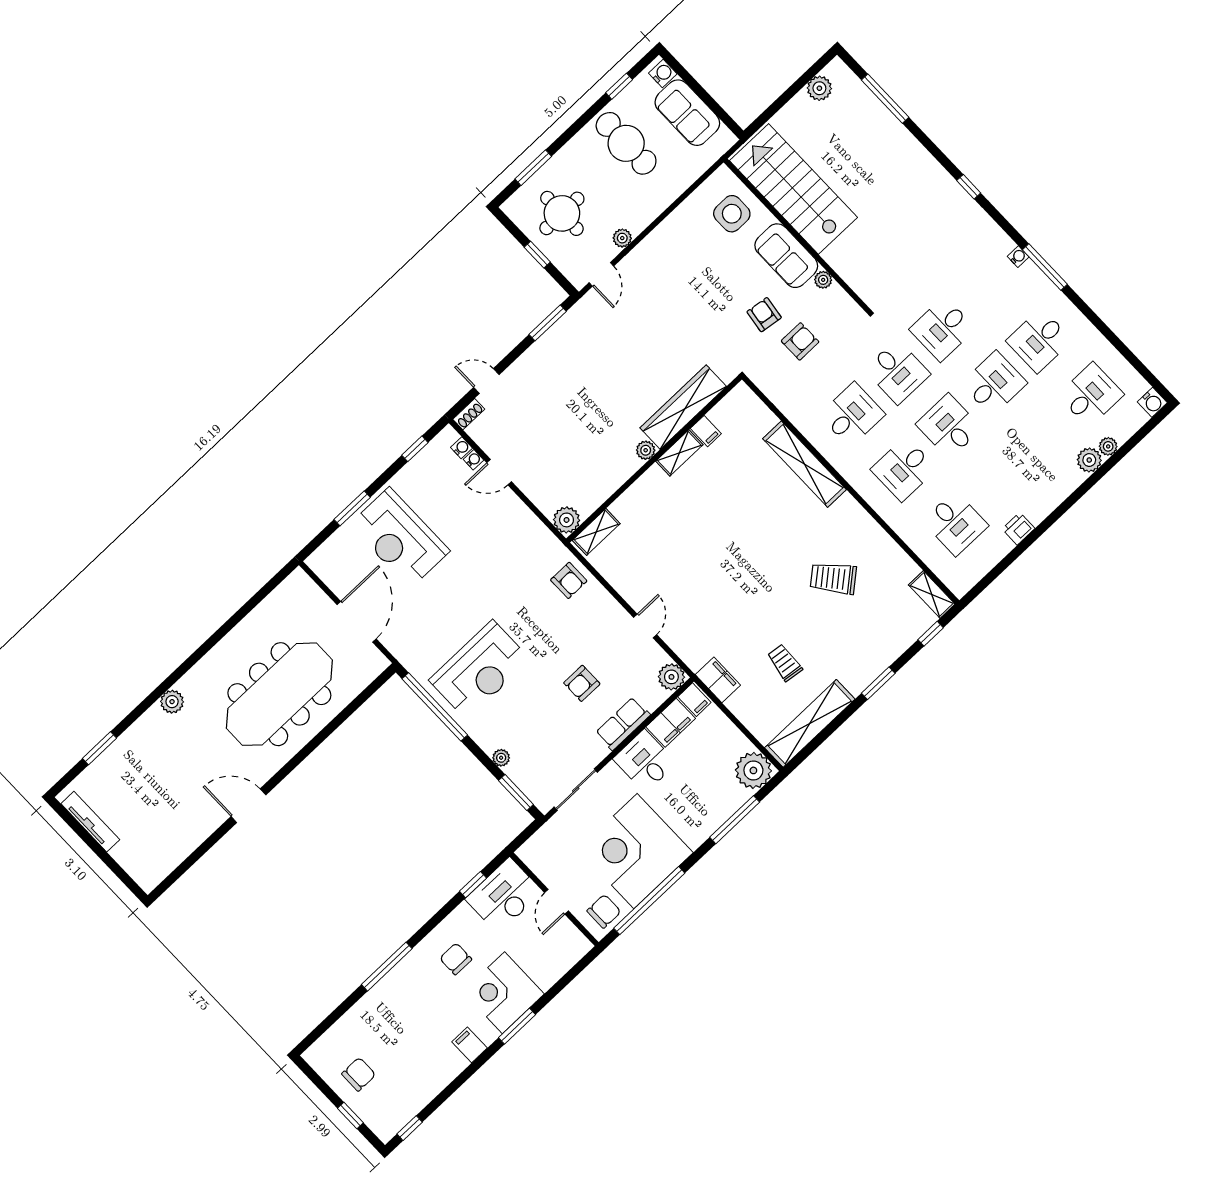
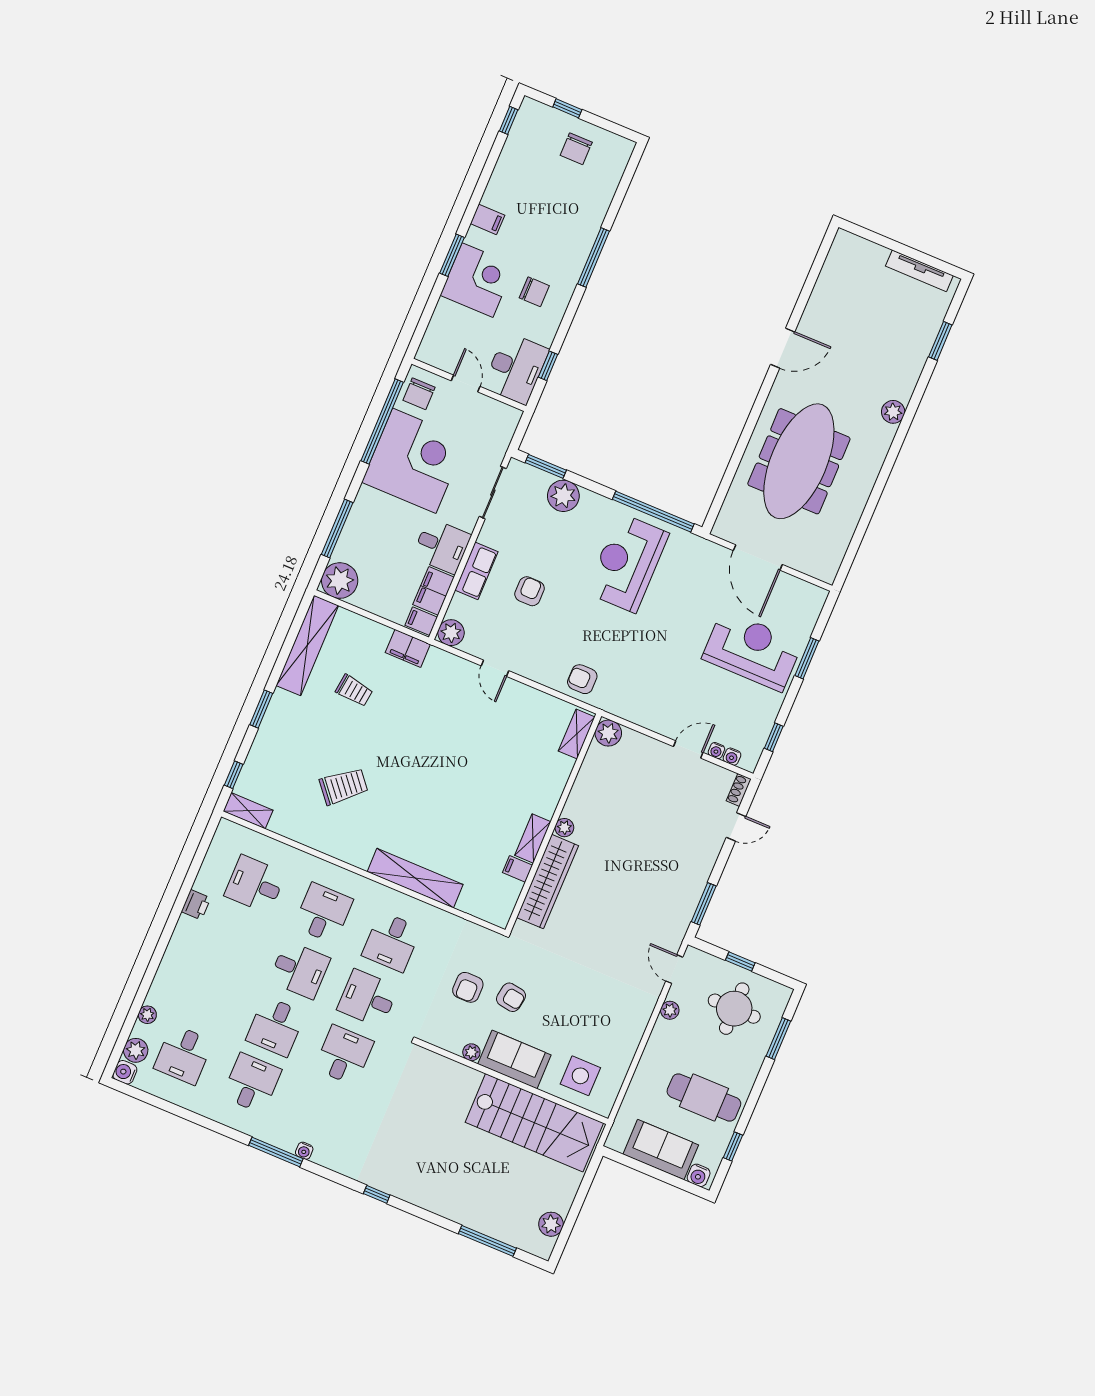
plant: (1089, 460) -> (136, 1050), moved
plant: (501, 758) -> (563, 496), width x1.88, depth x1.88

